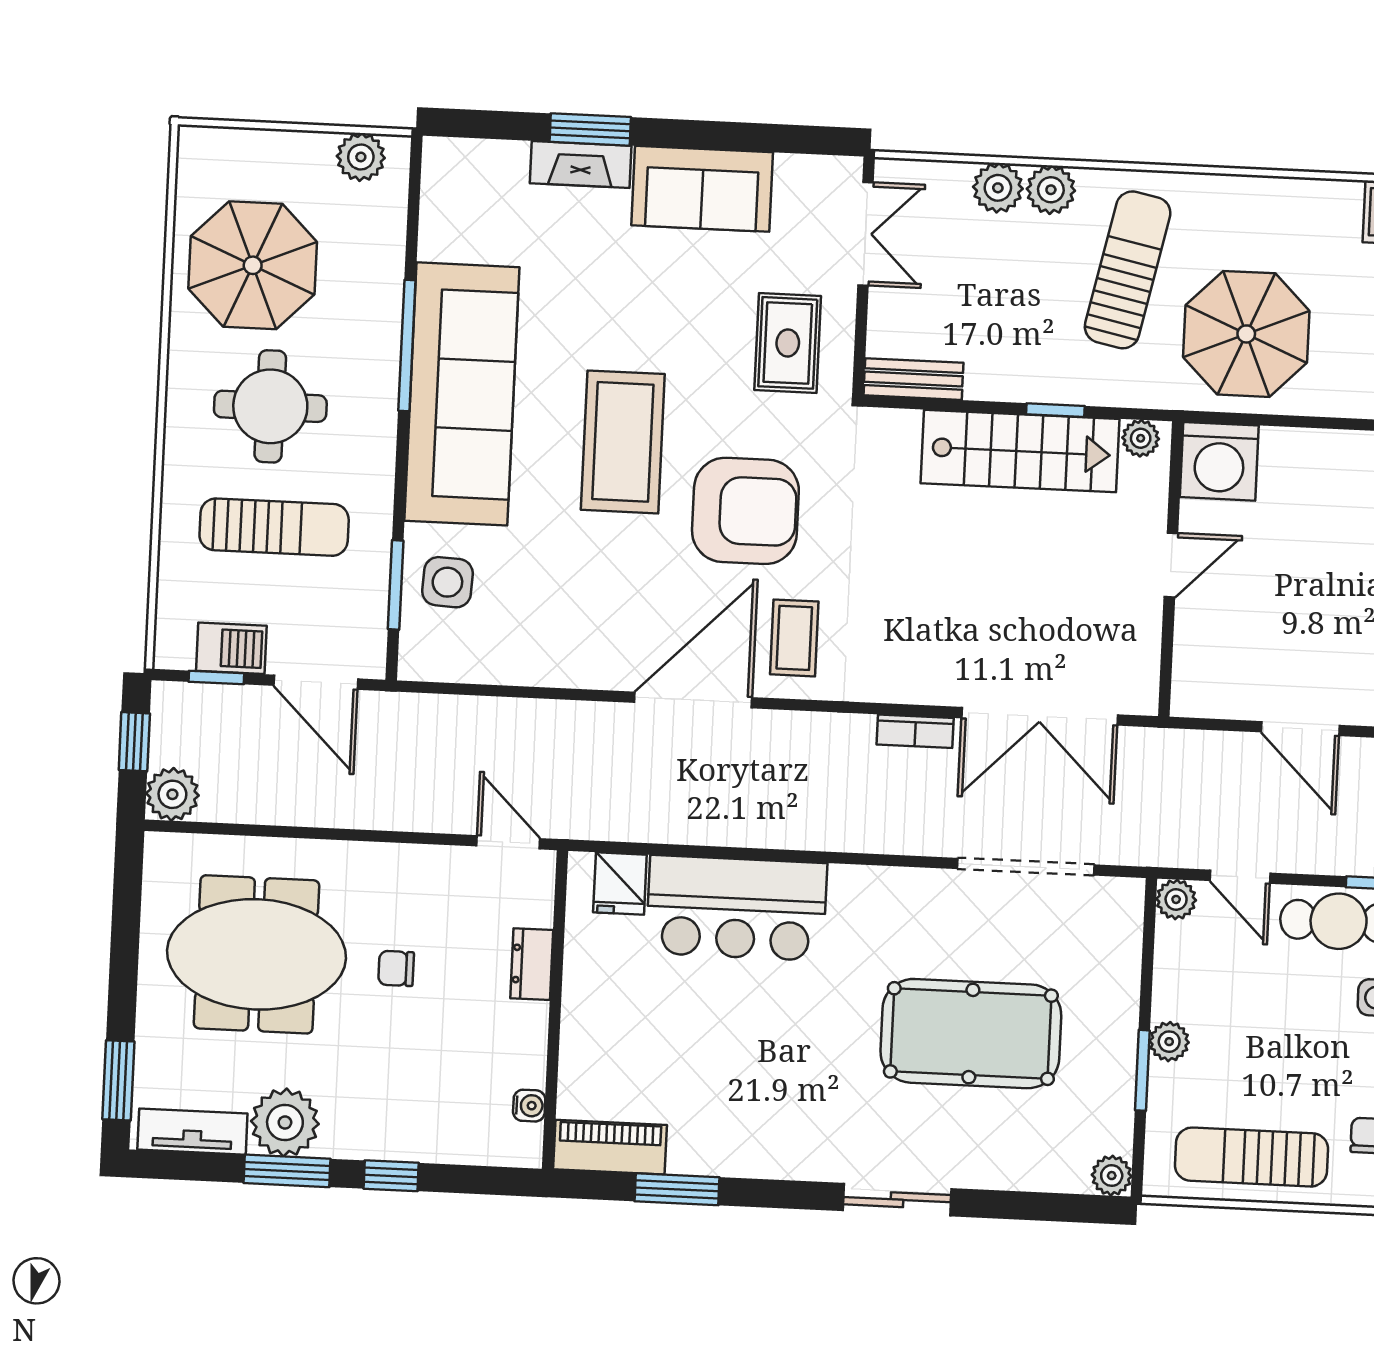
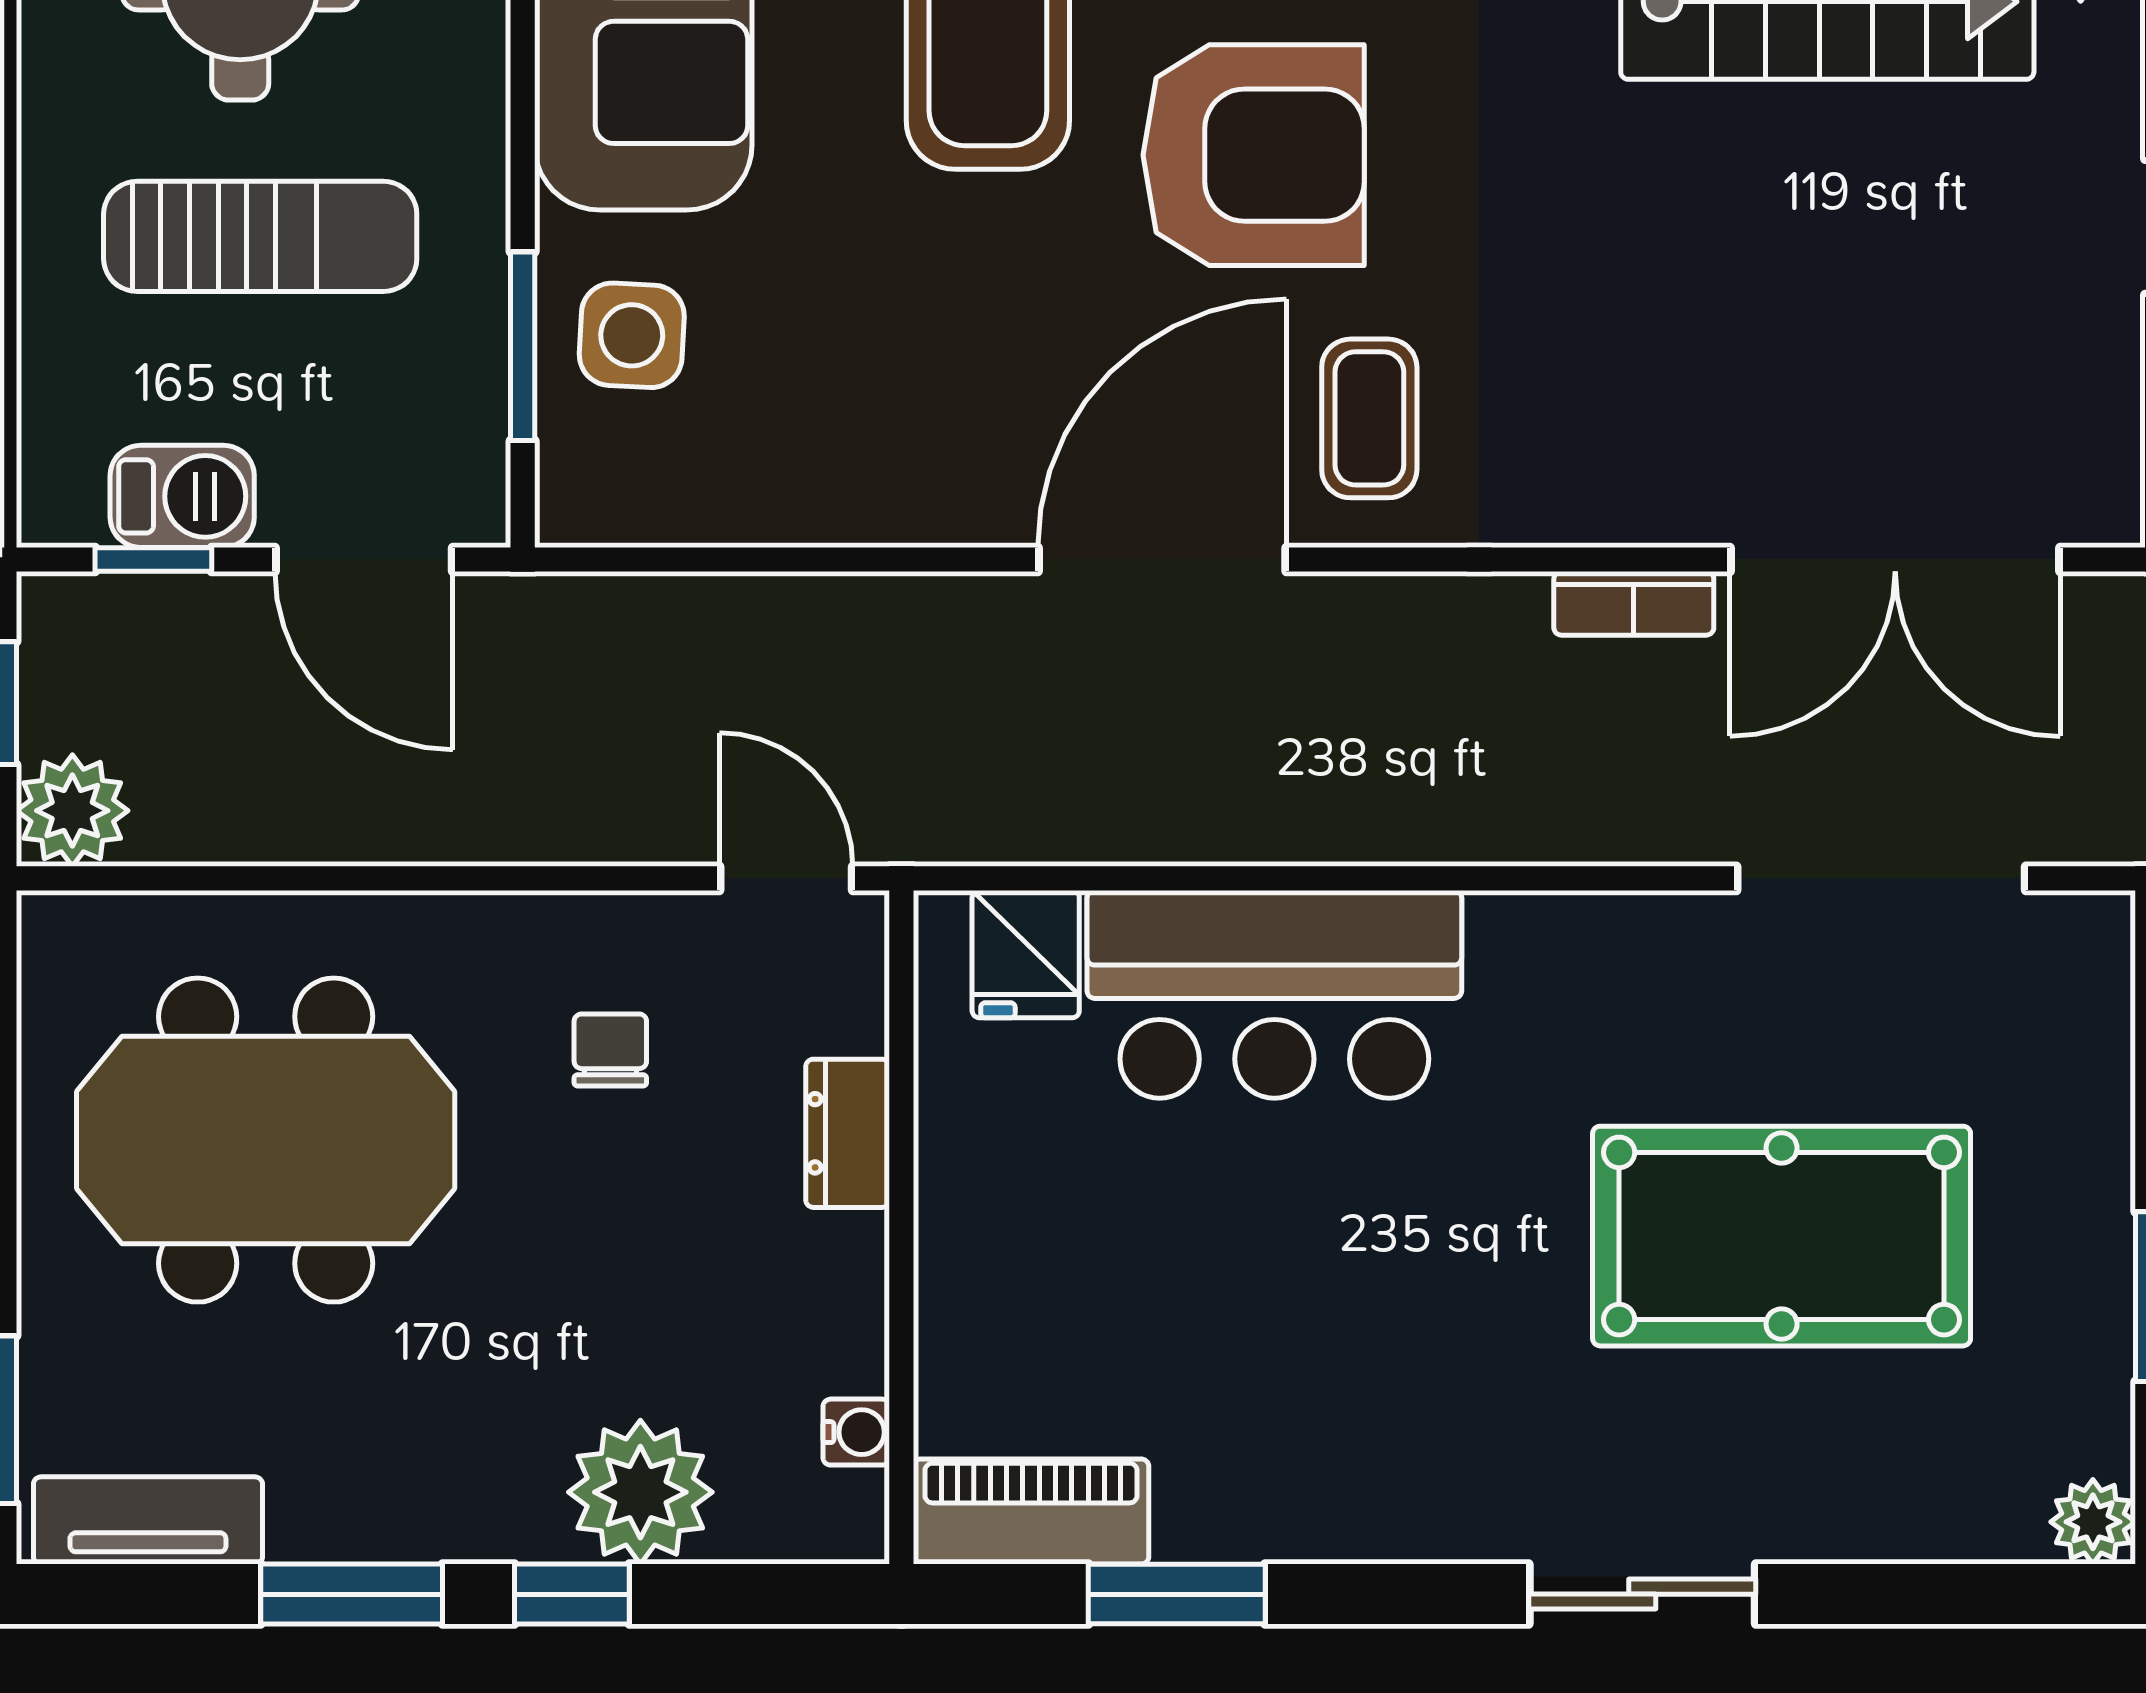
chair: (396, 968) -> (610, 1050), moved, turned 90
plant: (285, 1122) -> (640, 1492), moved

